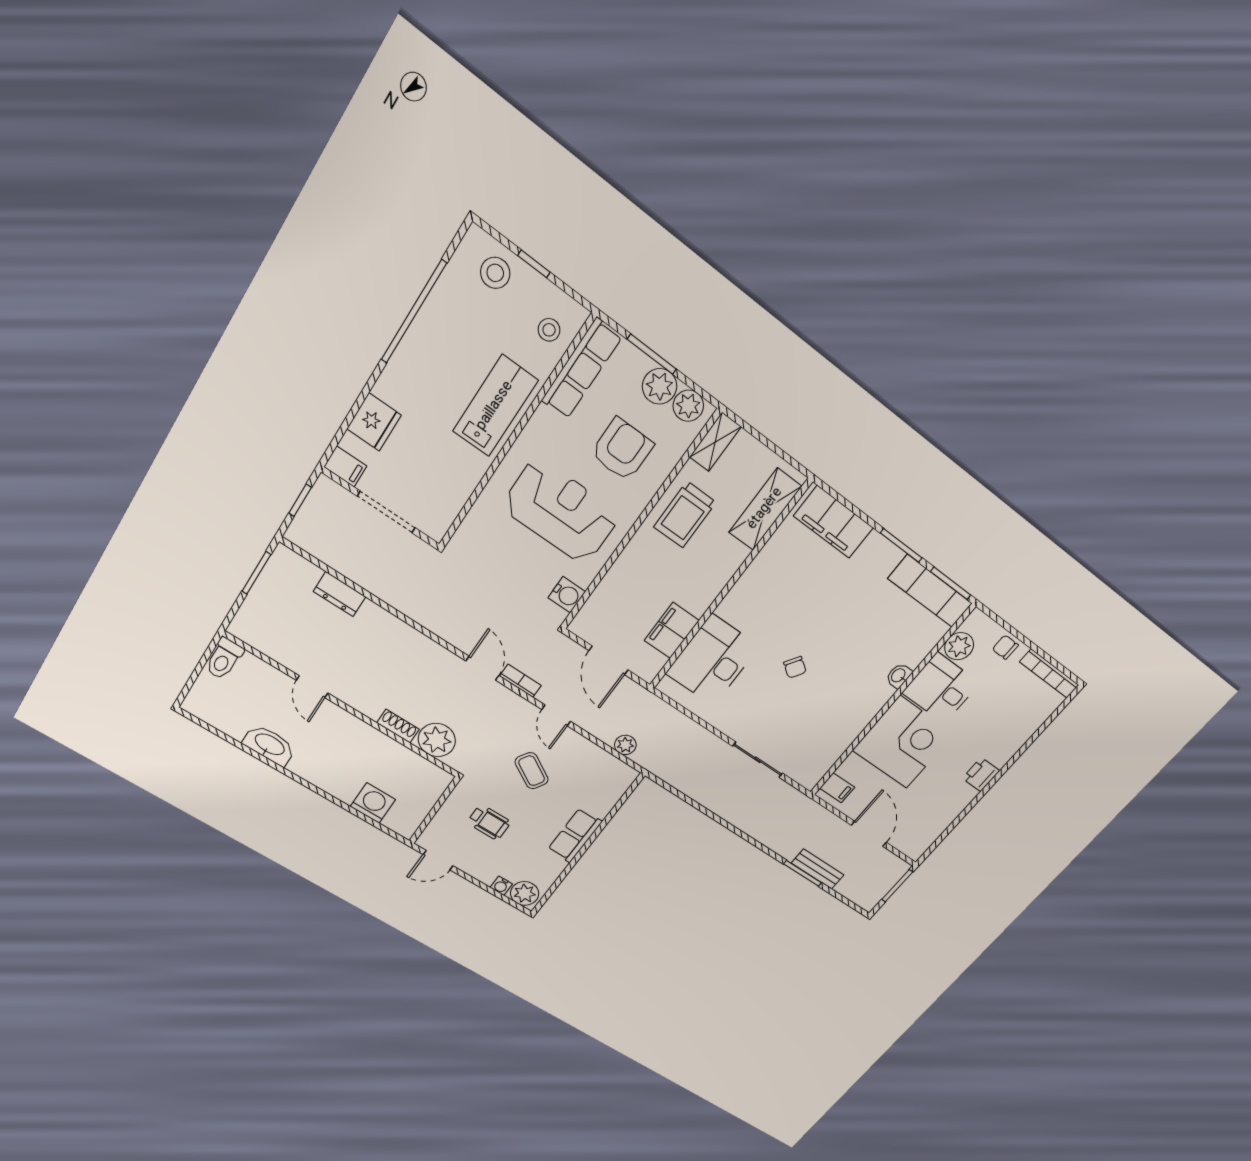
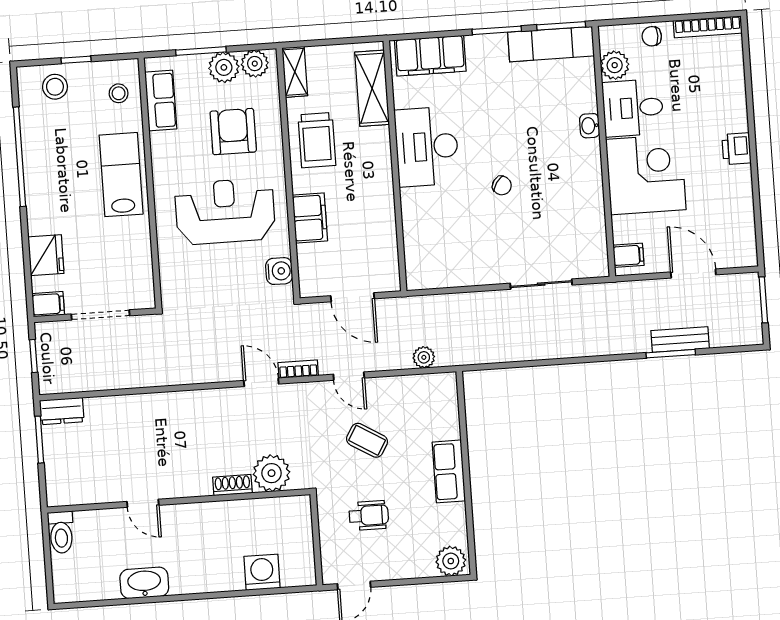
row of seats: (582, 369) -> (161, 101), width x0.68
dresser: (340, 594) -> (62, 411), moved
filing cabinet: (672, 630) -> (310, 218), moved, turned 180
desk: (713, 660) -> (427, 147), moved
water cooler: (501, 886) -> (425, 569), removed

